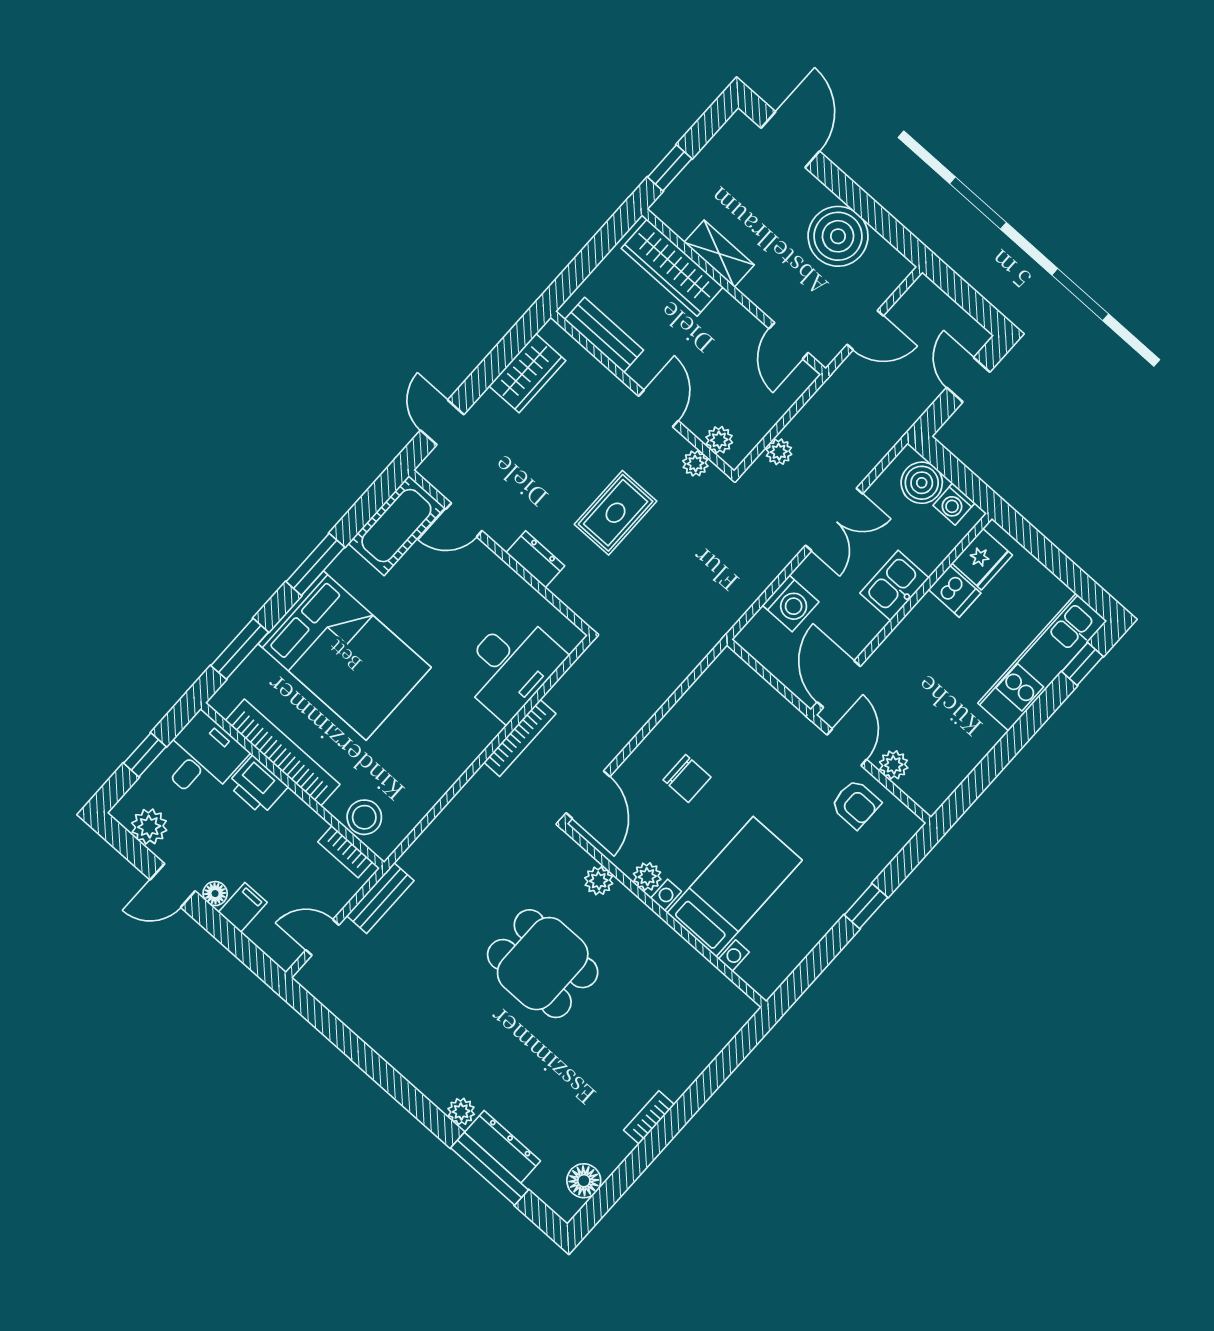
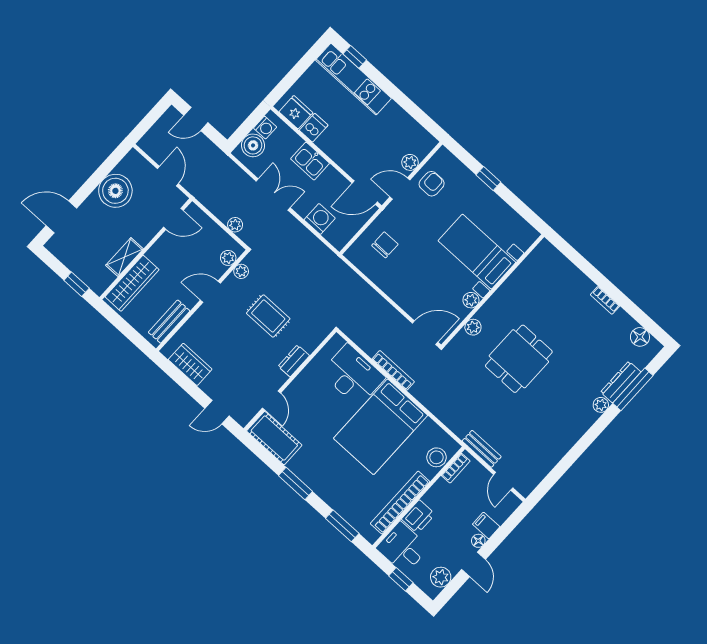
bed: (345, 656) -> (381, 427), moved, turned 180
chair: (687, 778) -> (385, 245), moved

